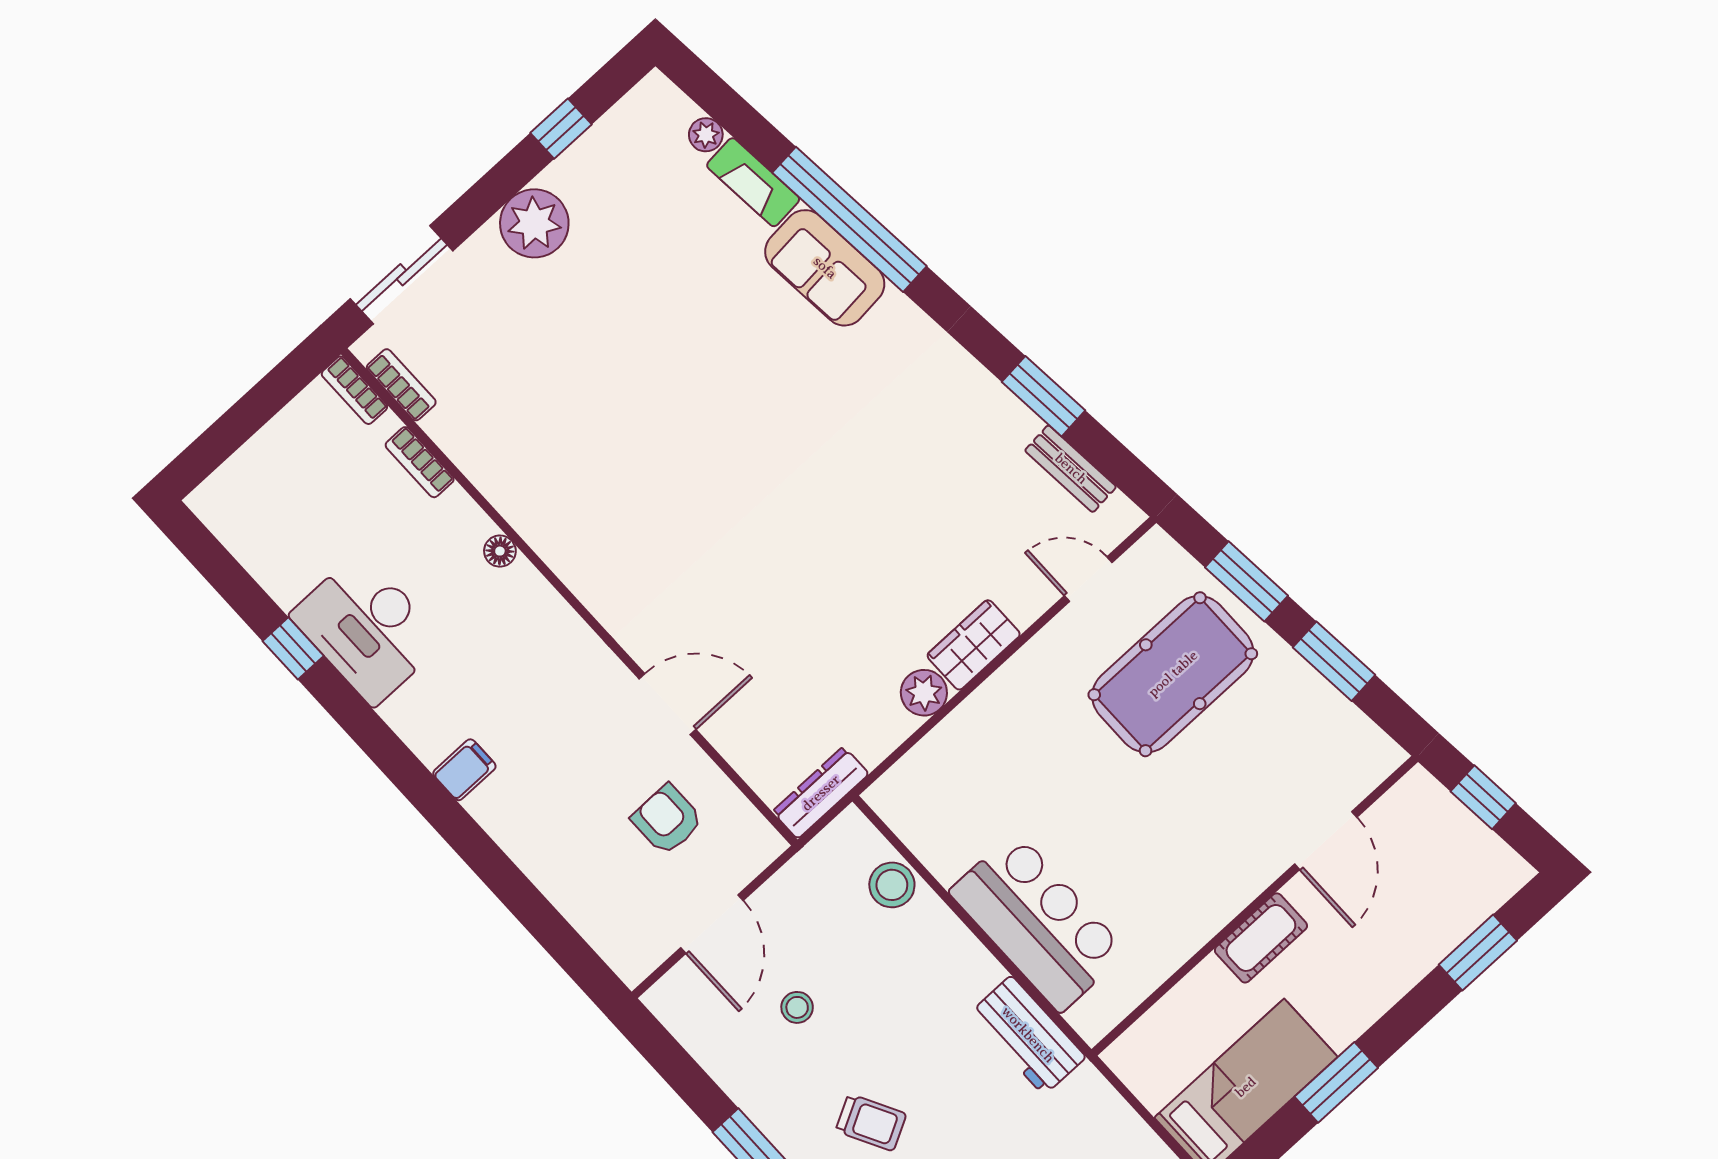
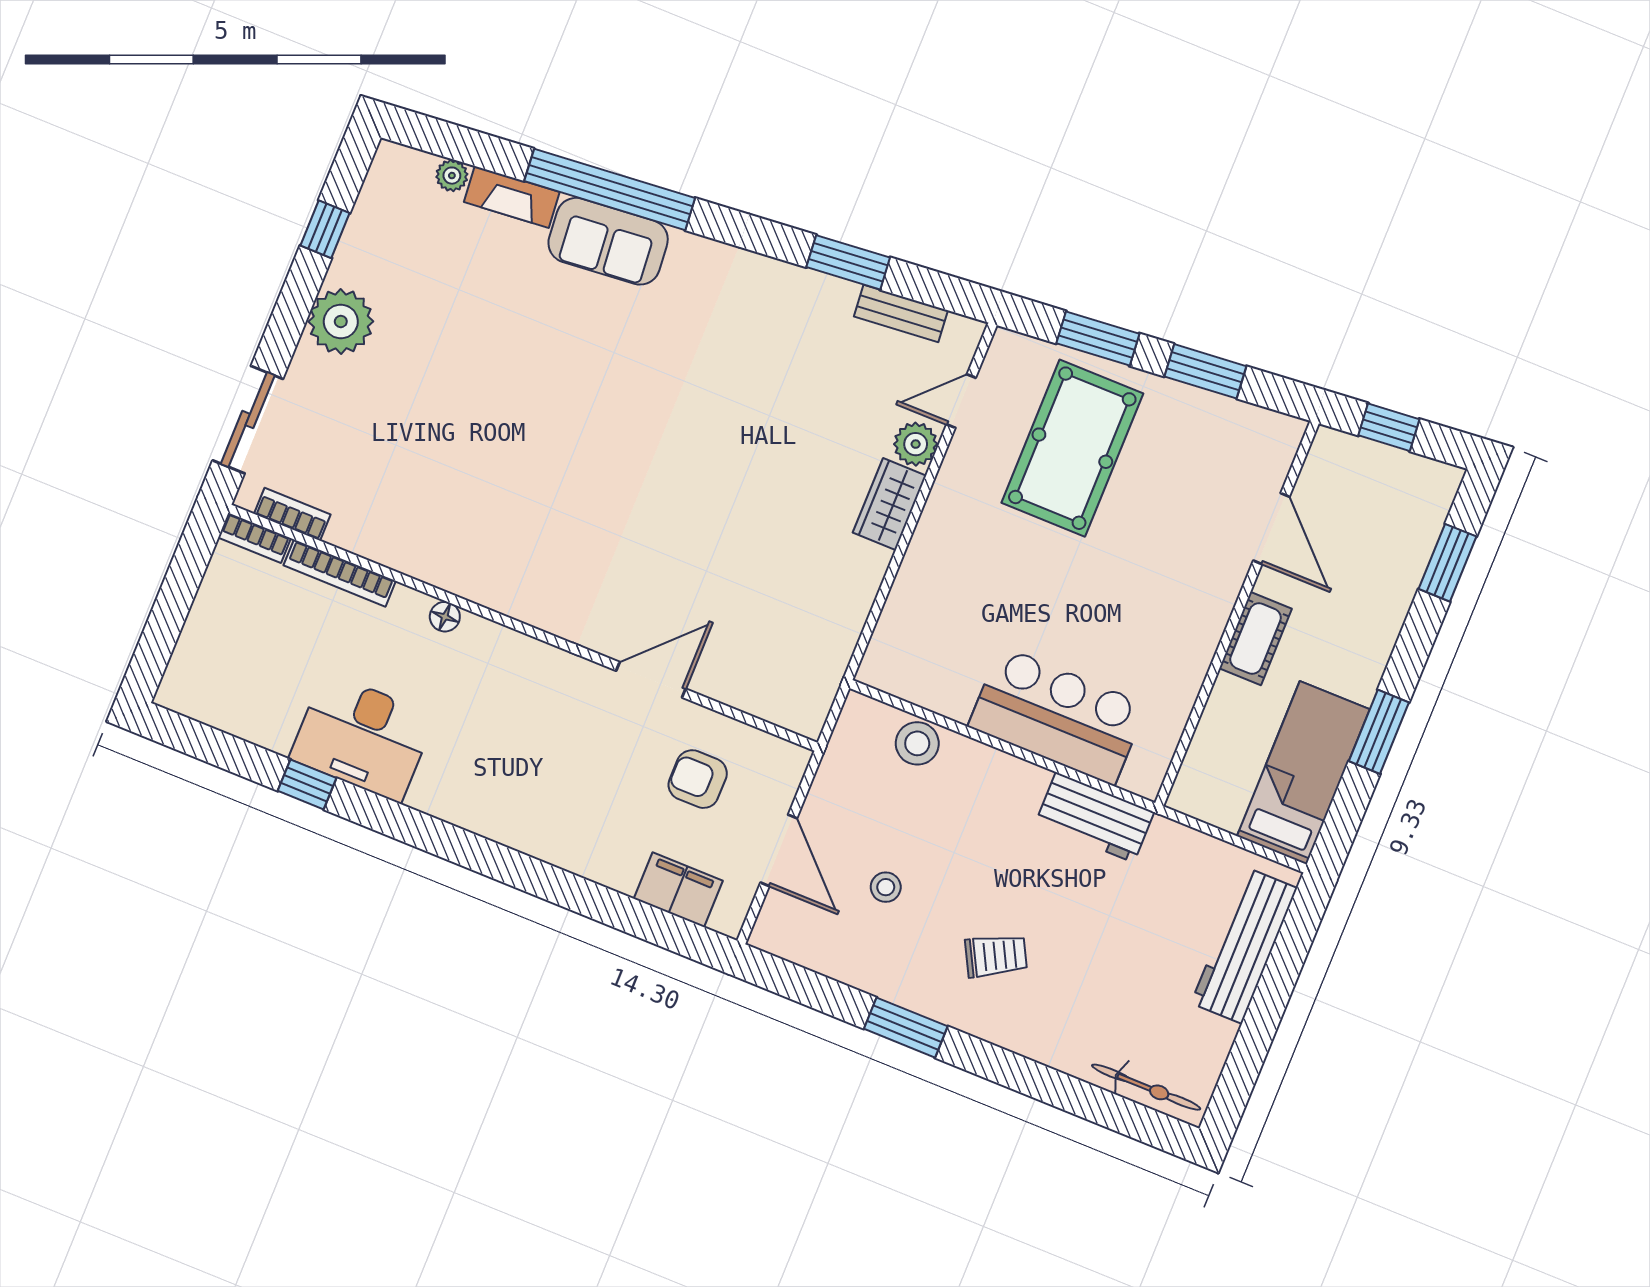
bookcase: (420, 462) -> (340, 573), width x1.56
plant: (924, 693) -> (916, 444), moved
filing cabinet: (464, 770) -> (678, 890), moved, width x2.00
dresser: (821, 793) -> (818, 693), removed

